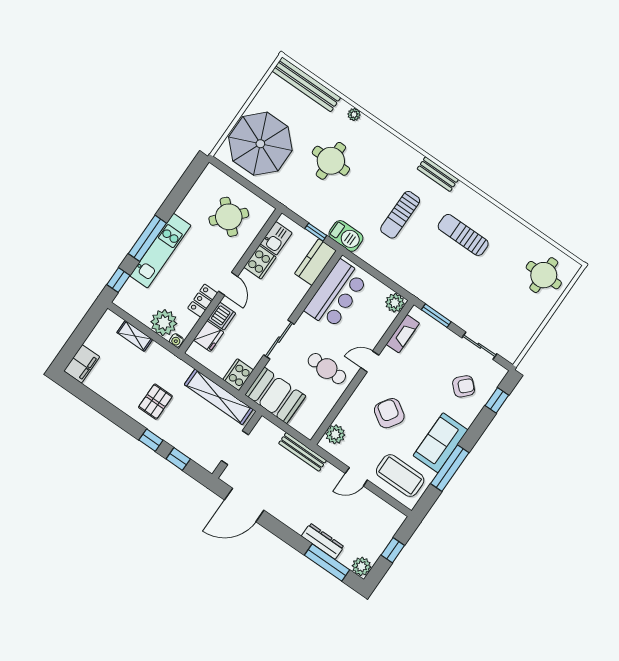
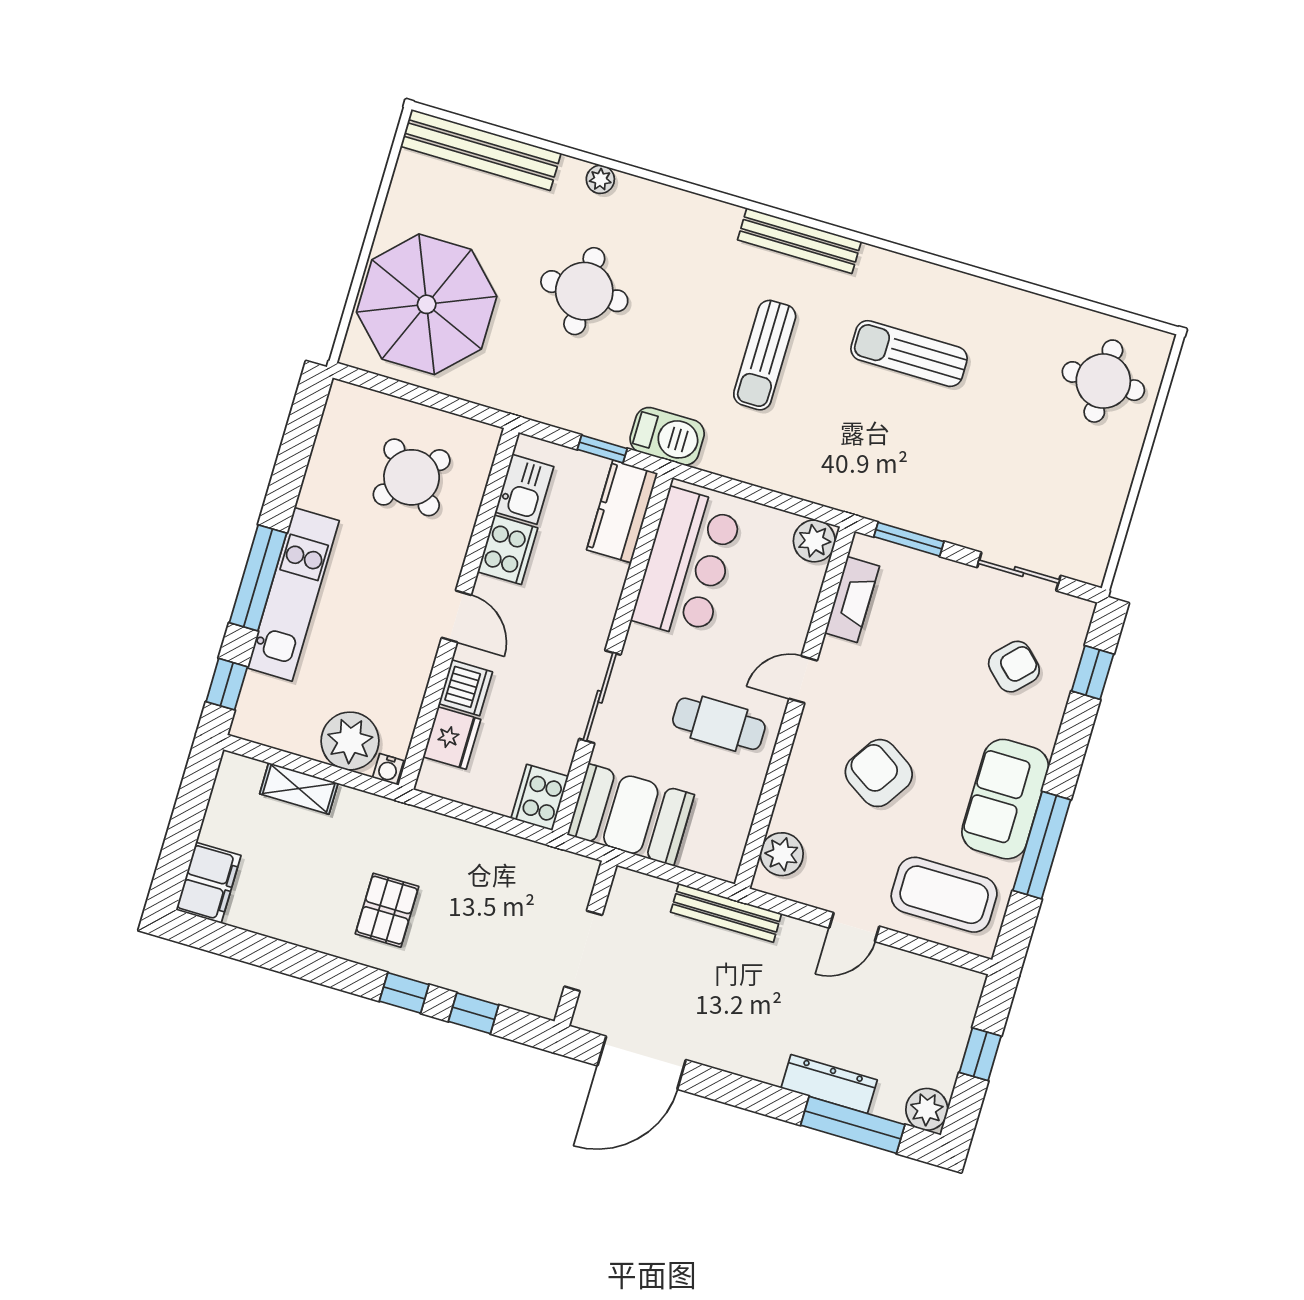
bench: (438, 174) -> (799, 241), width x1.36
locker: (203, 301) -> (415, 669), removed
shelving: (219, 397) -> (515, 857), removed

